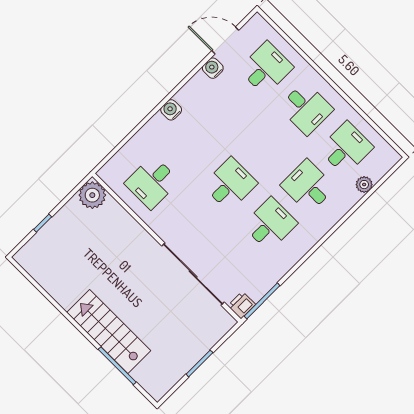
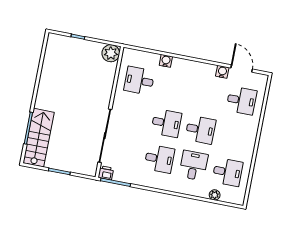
desk: (306, 108) -> (200, 130), moved, turned -90
water cooler: (171, 110) -> (166, 61), moved
stairs: (109, 332) -> (39, 138), moved

